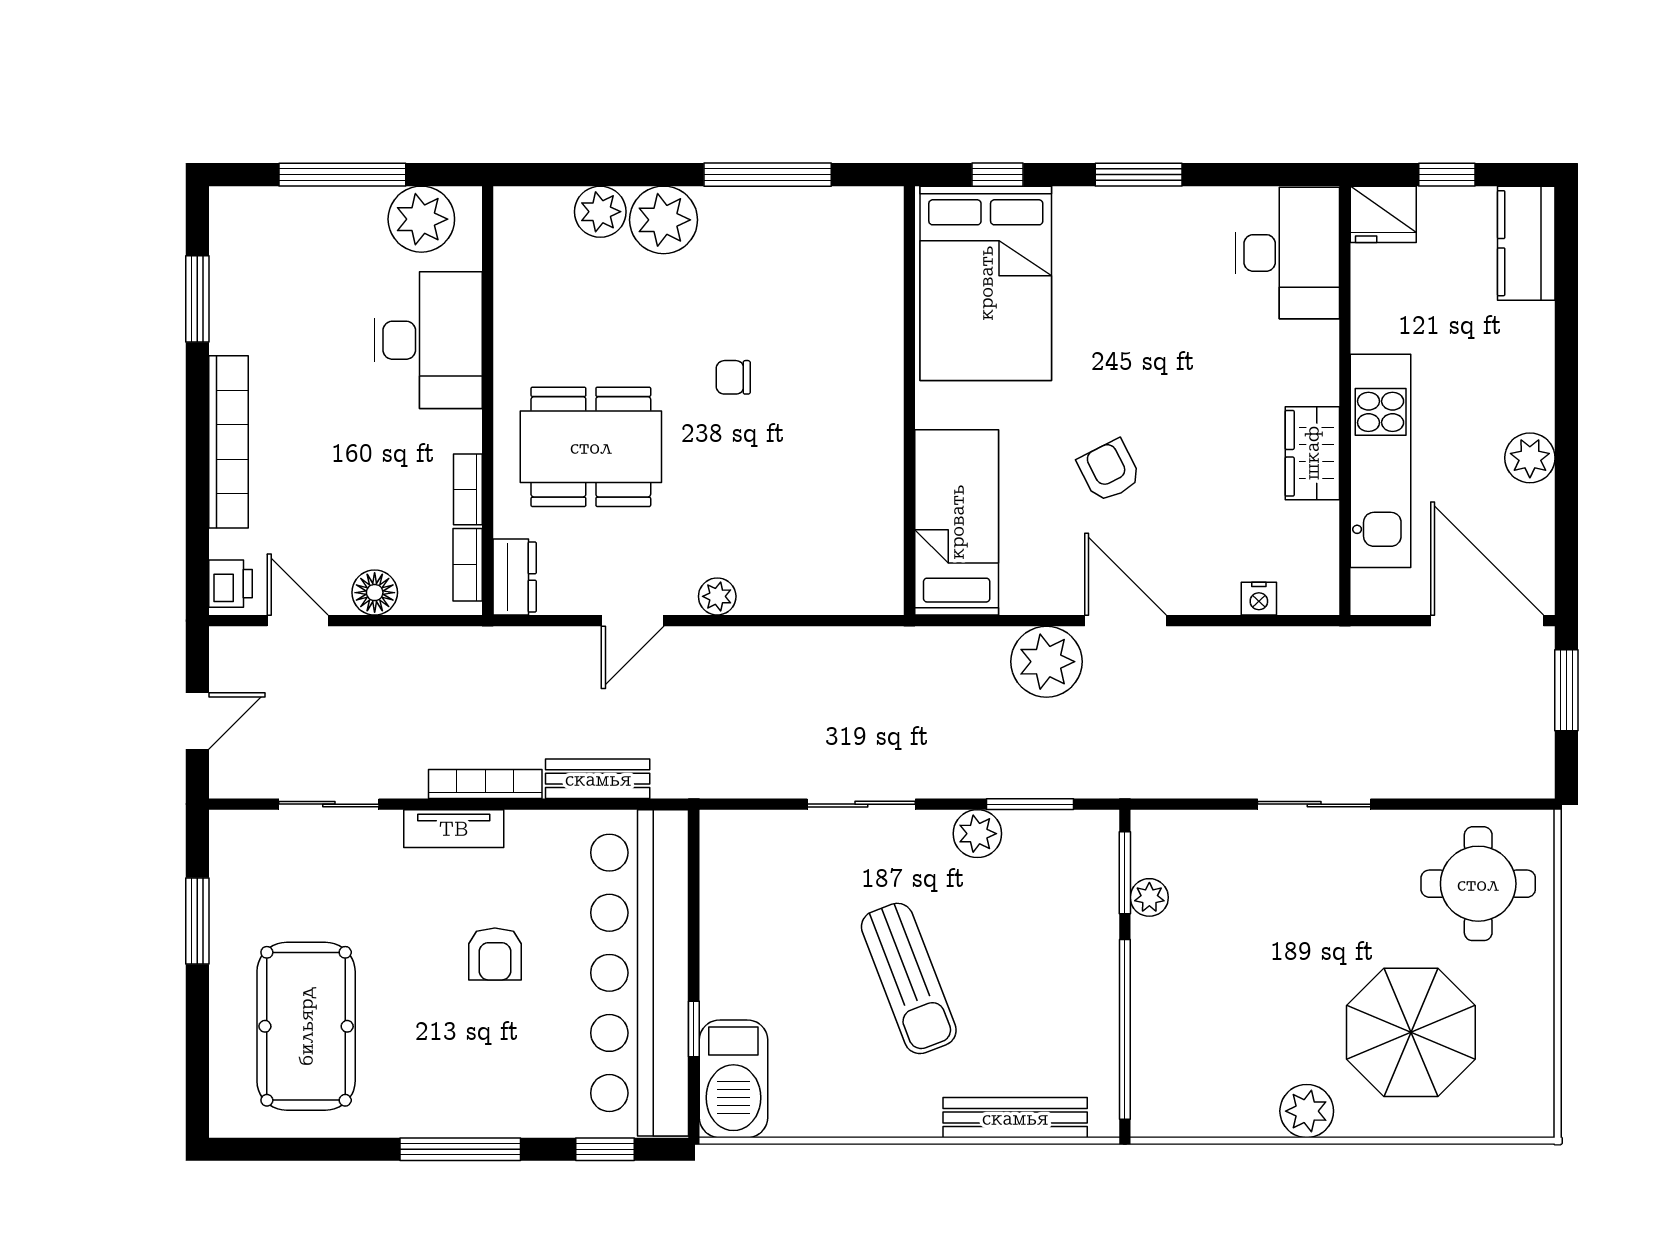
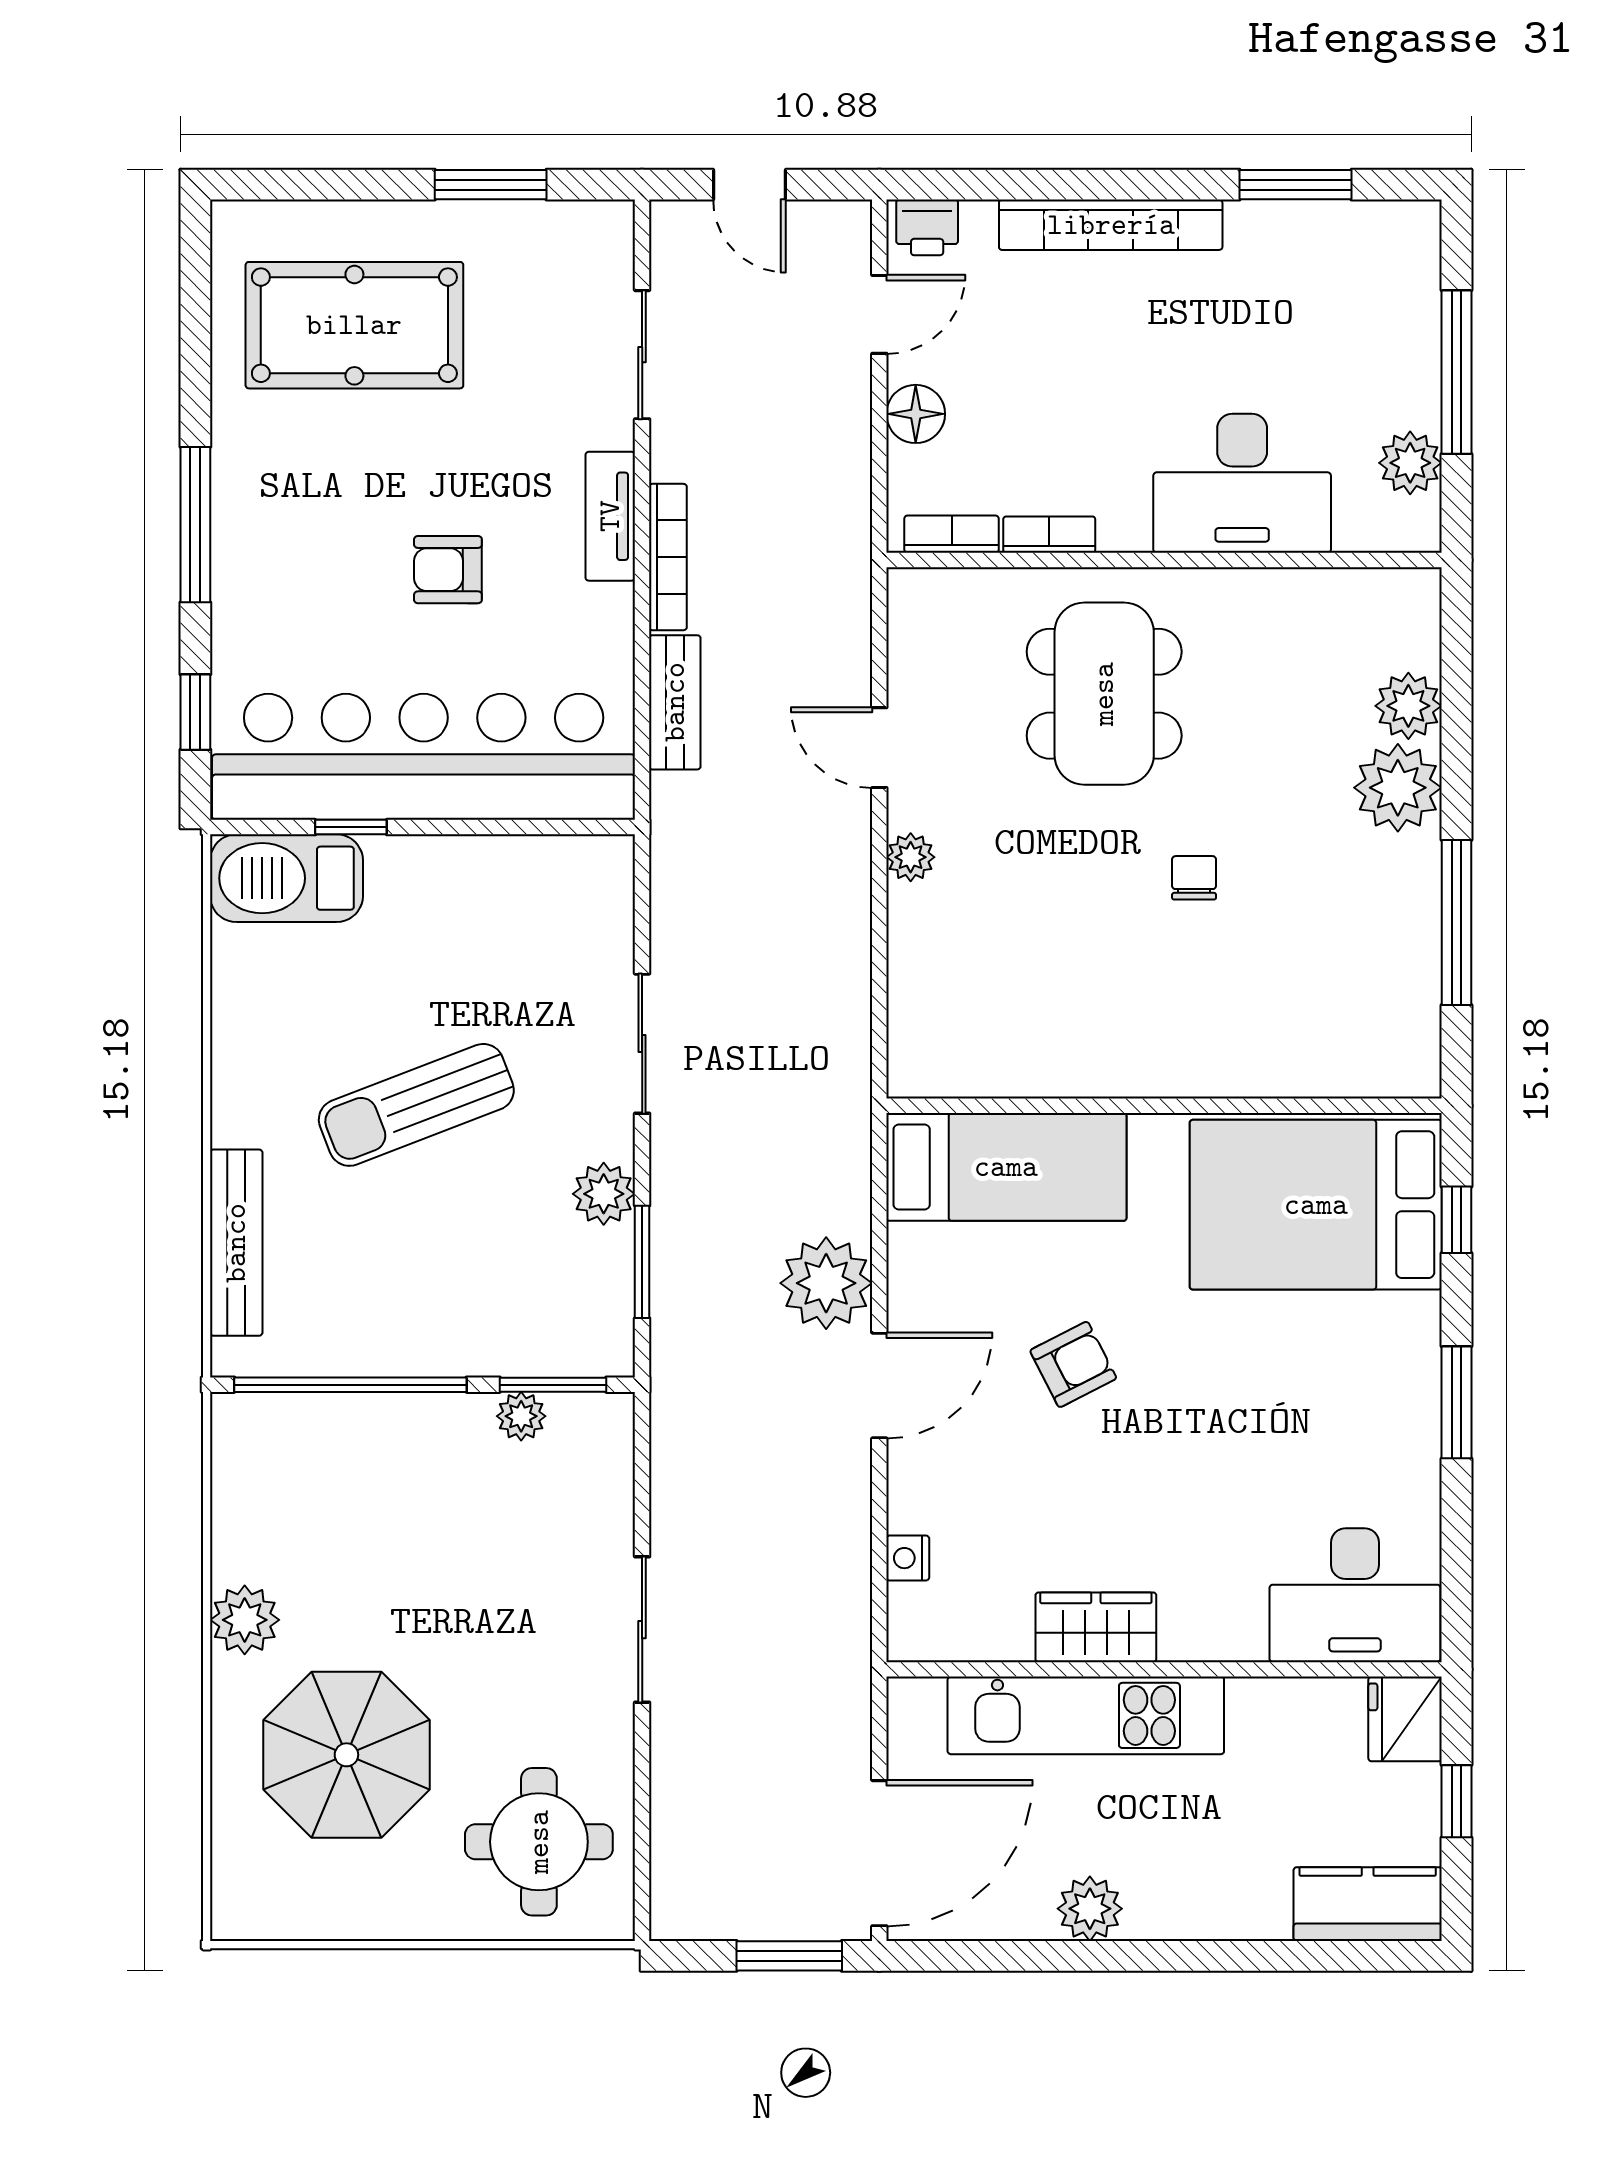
plant: (421, 219) -> (1410, 463), width x0.73, depth x0.73
dresser: (515, 577) -> (936, 595), removed

